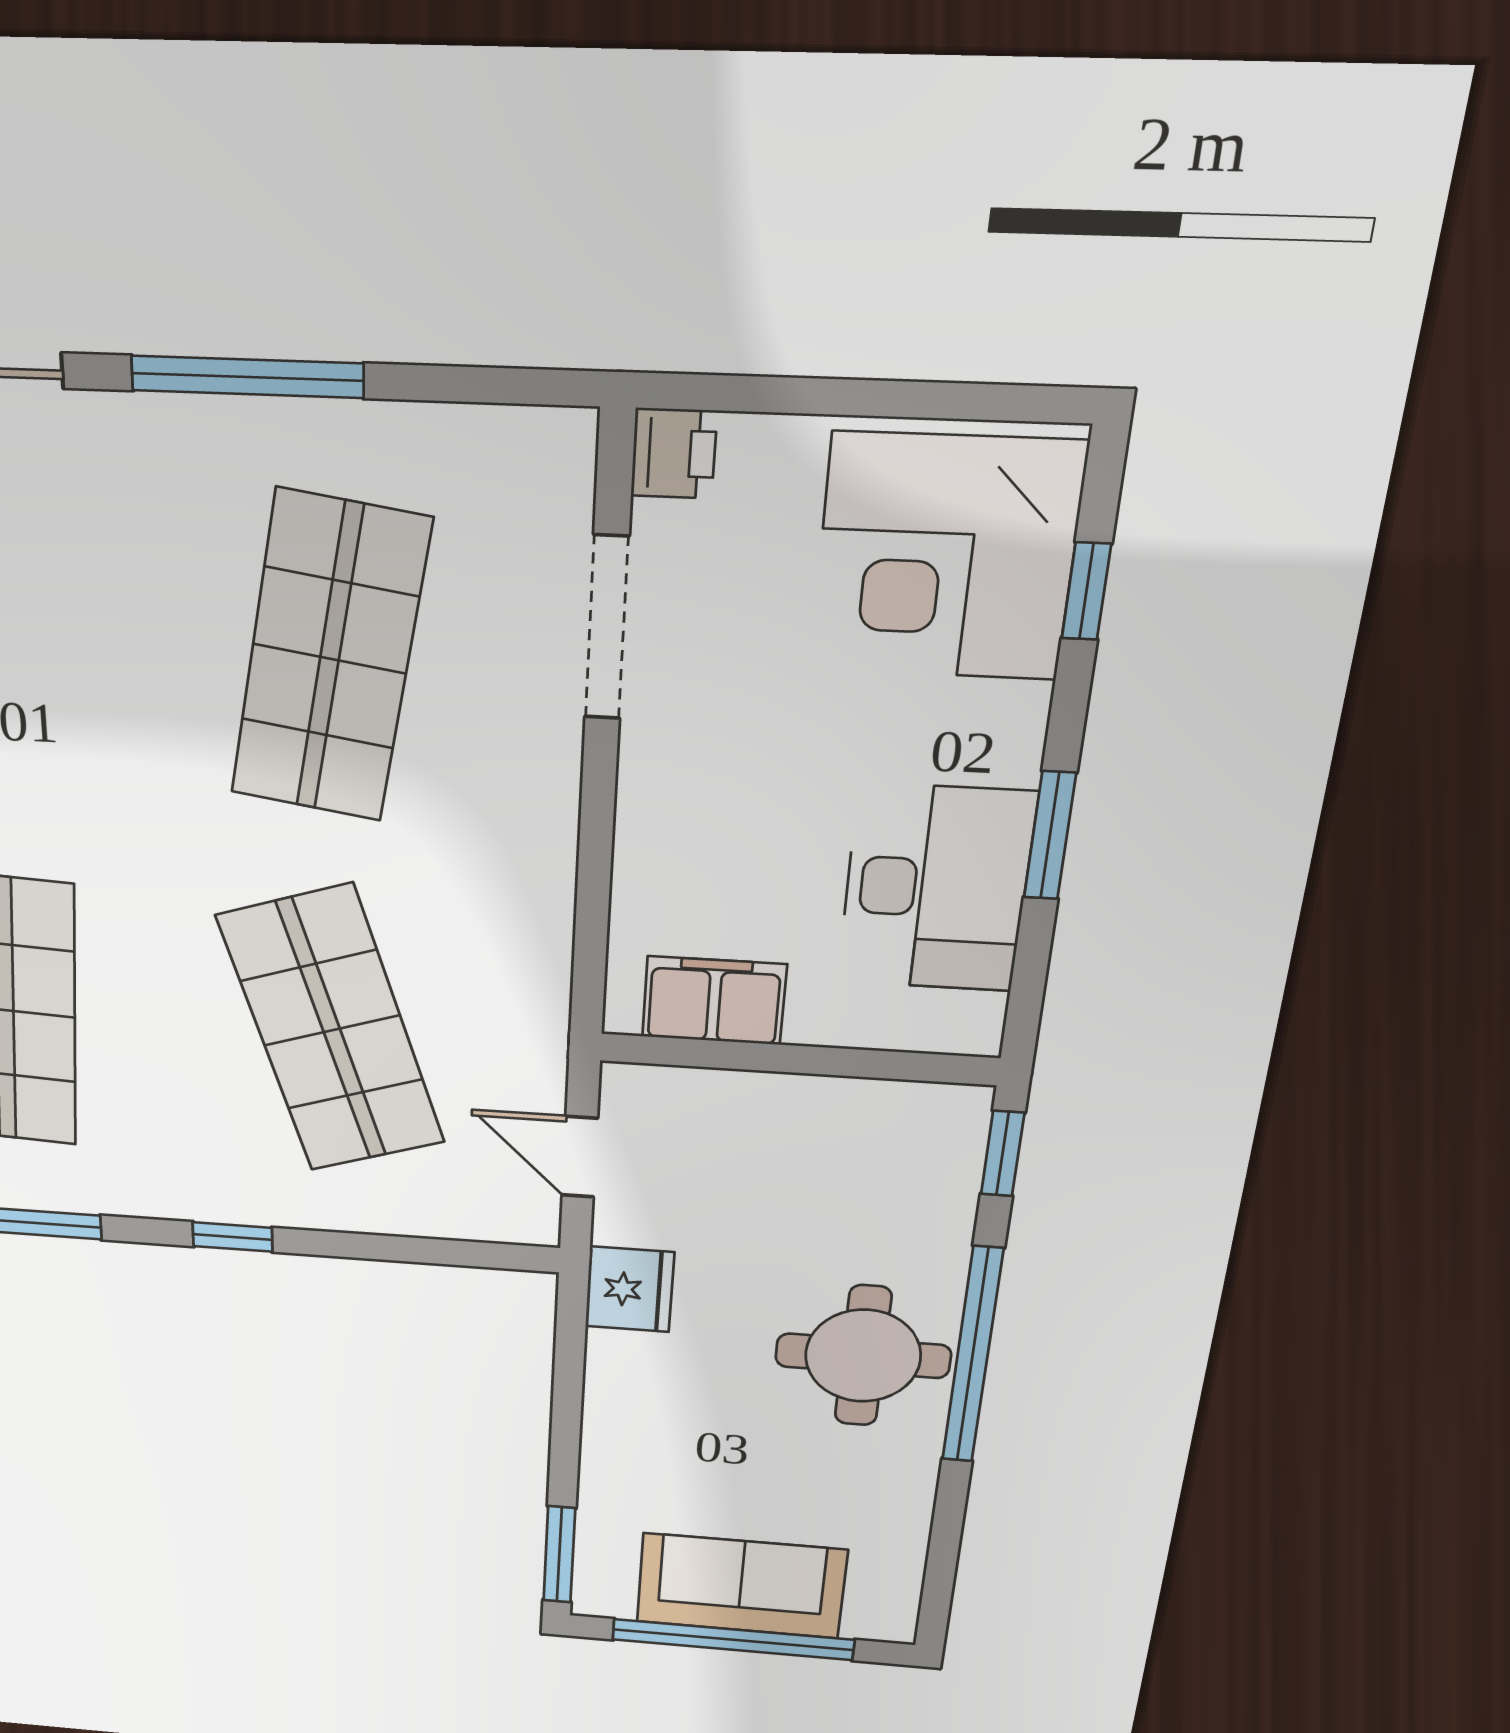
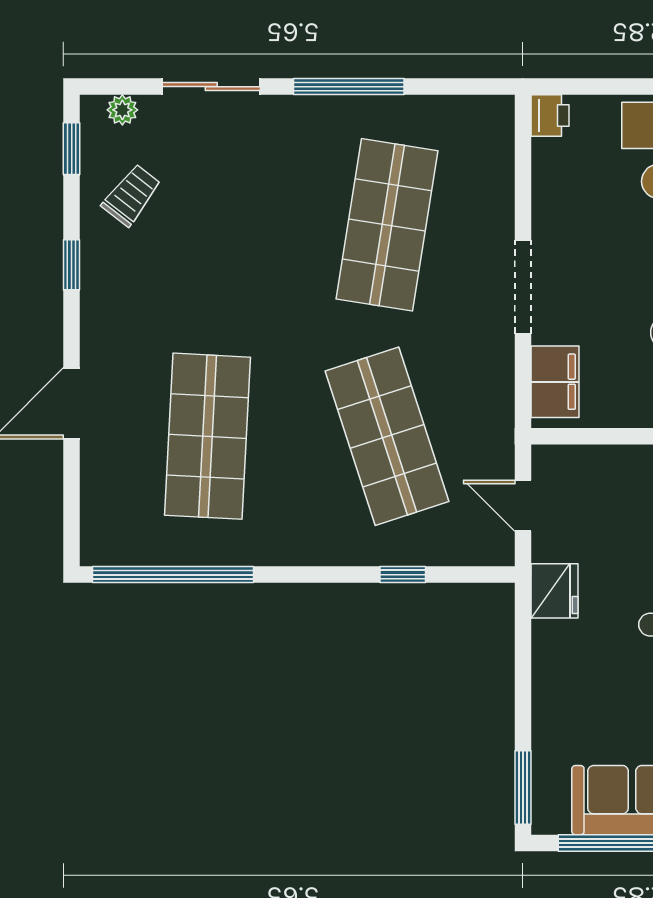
doorway: (607, 628) -> (523, 287), moved
filing cabinet: (714, 1001) -> (555, 382), moved, turned 90
window: (233, 1237) -> (403, 575), moved

